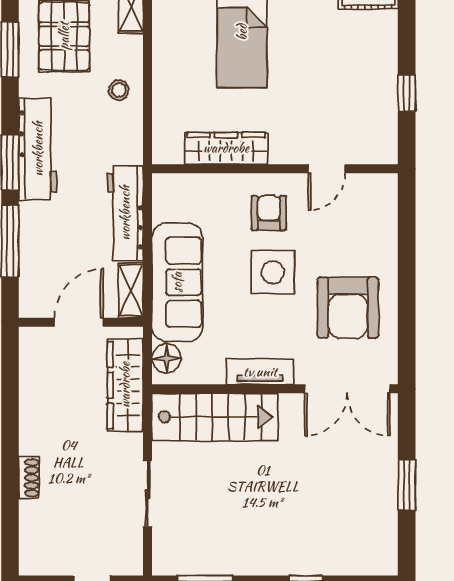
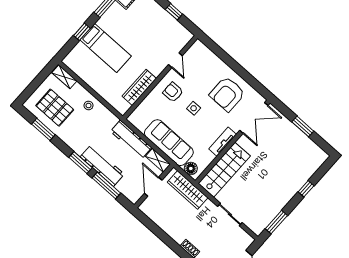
workbench: (38, 149) -> (102, 165), moved
side table: (273, 272) -> (194, 108), width x0.54, depth x0.54
armchair: (348, 308) -> (227, 94), turned 90

